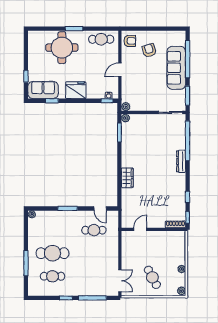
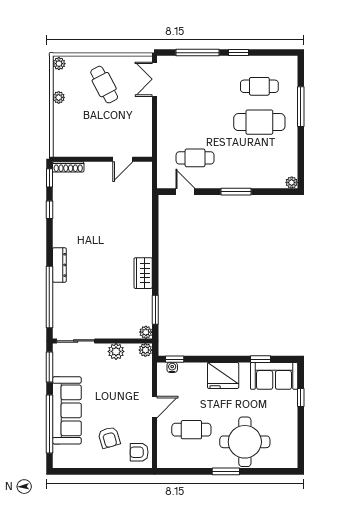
cafe table: (101, 39) -> (191, 430), moved
plant: (145, 106) -> (116, 351), added
wardrobe: (127, 178) -> (143, 273), moved

